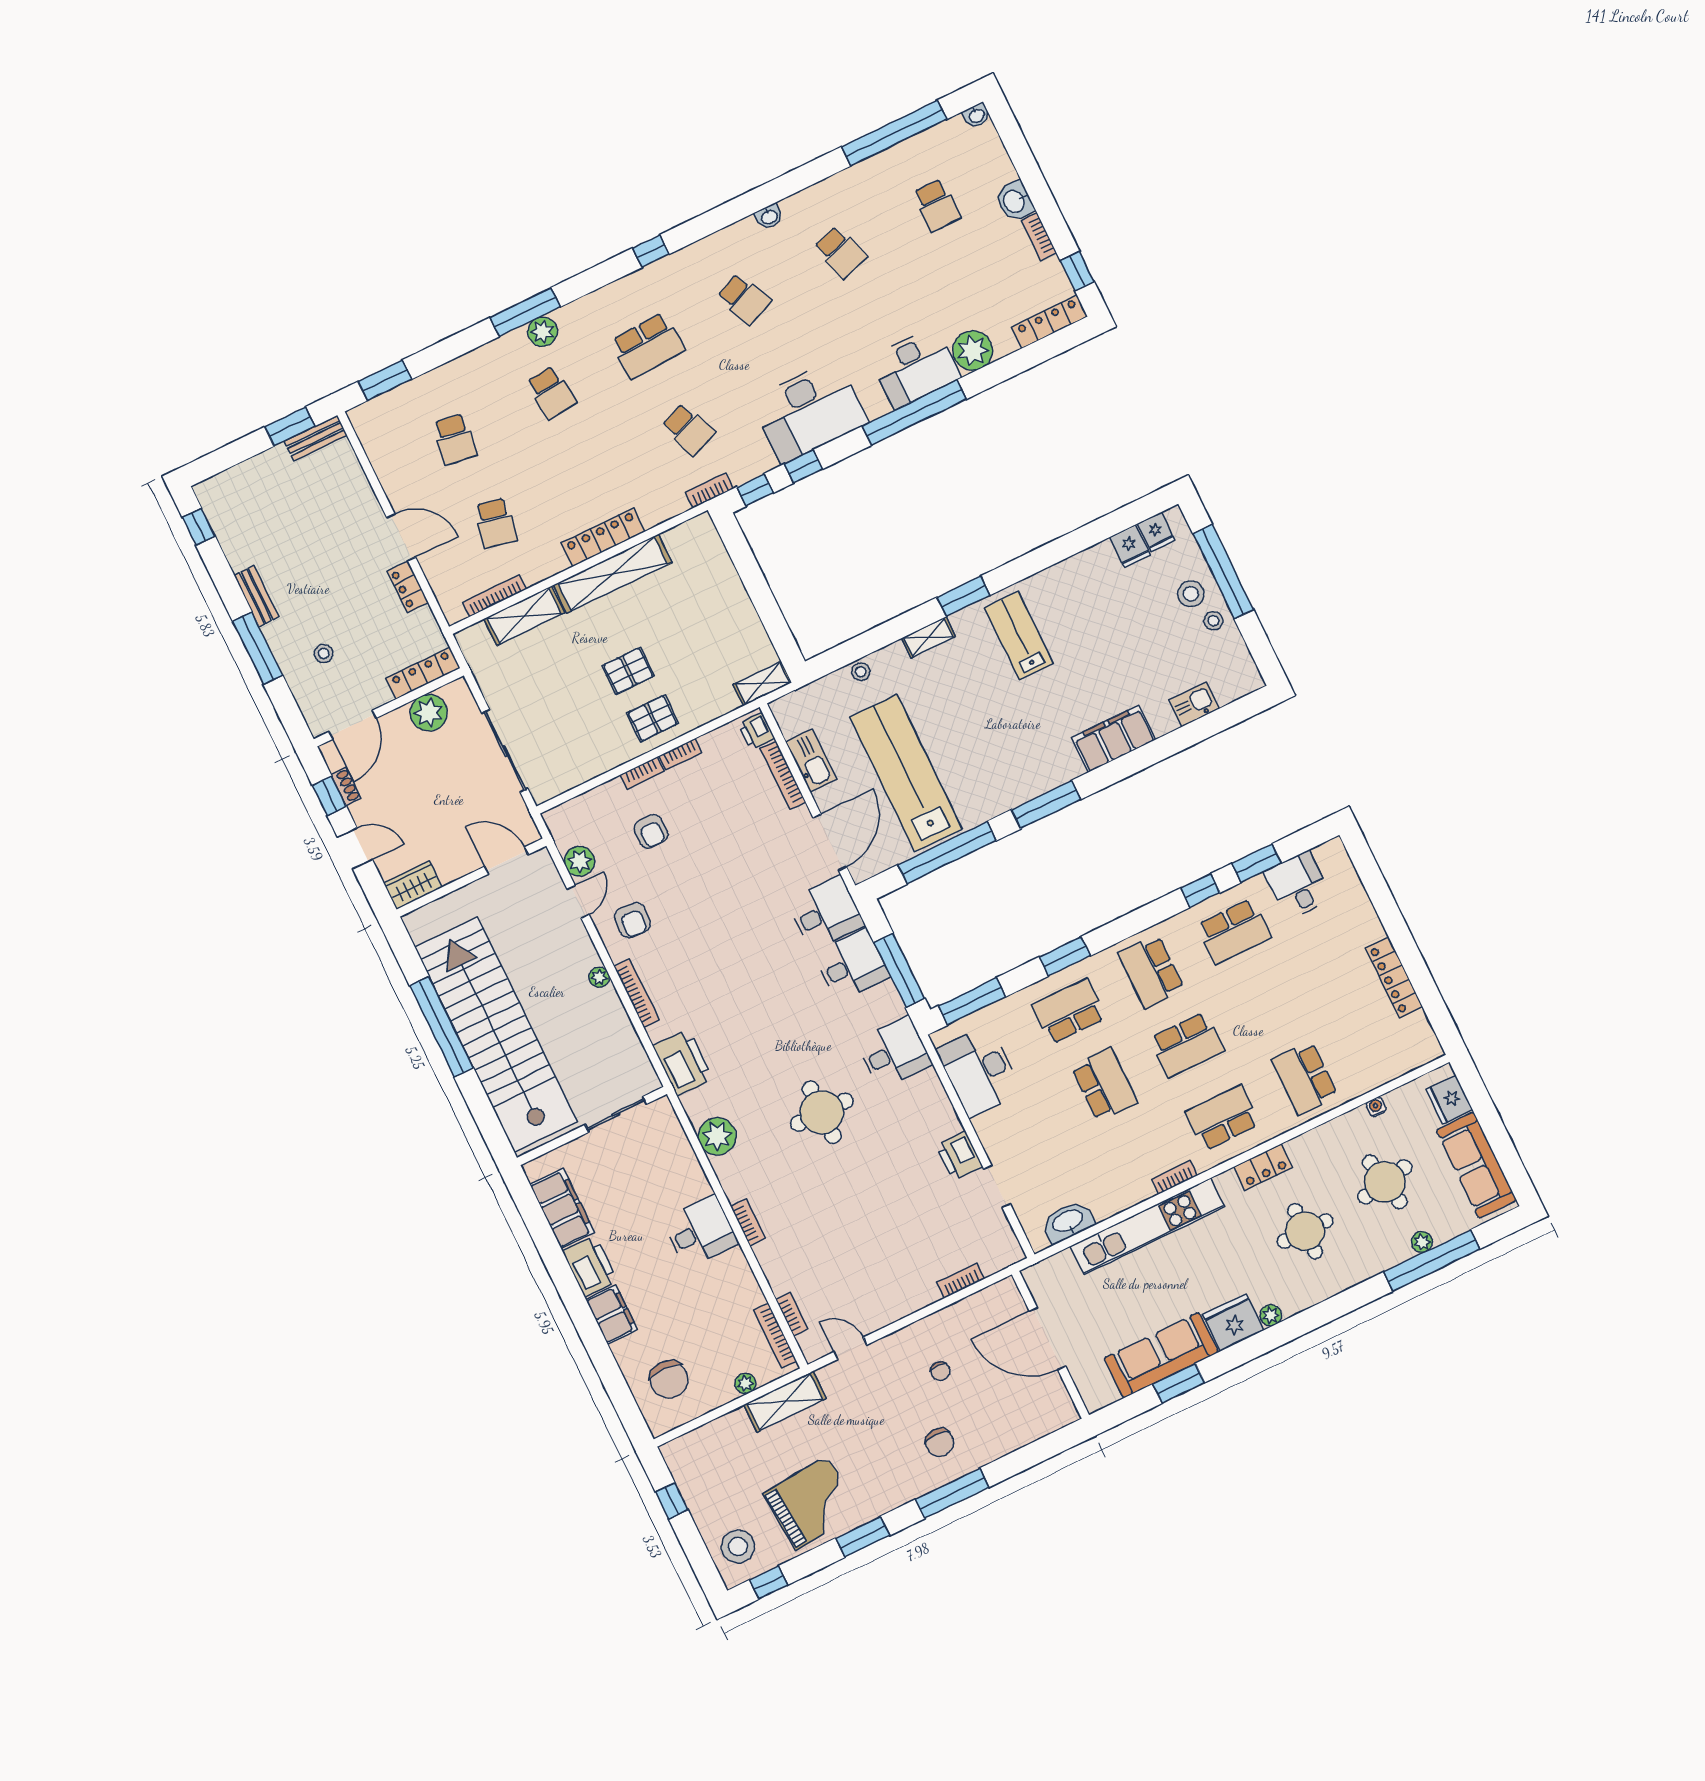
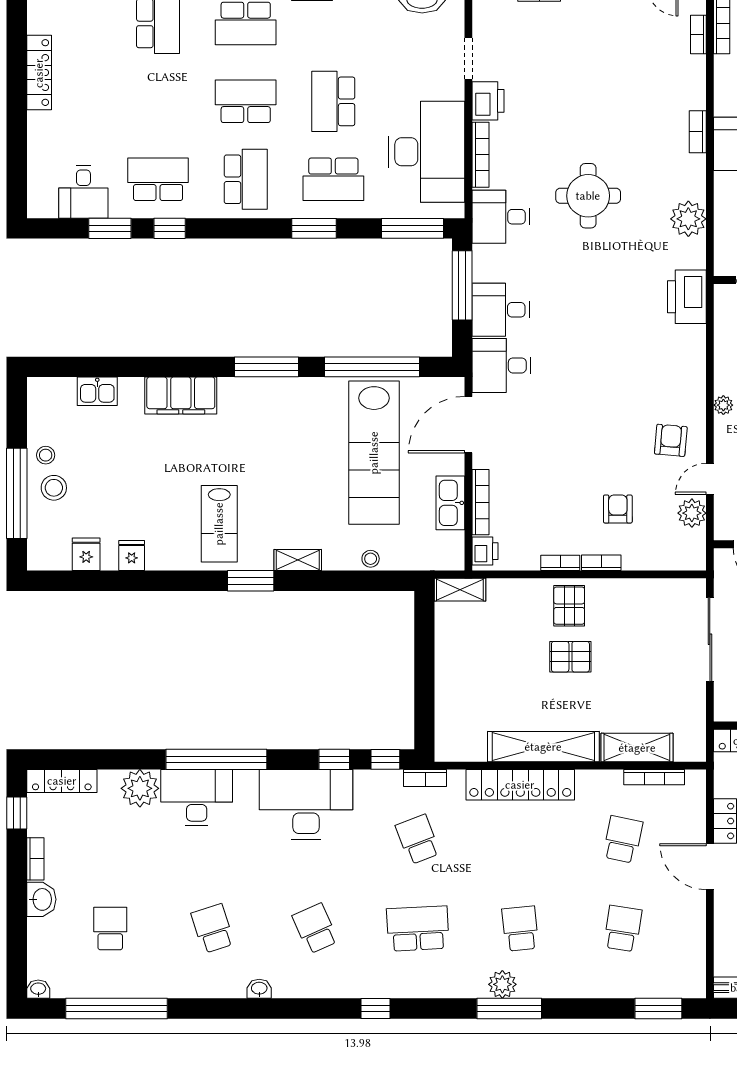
fridge: (1156, 532) -> (132, 556), moved
locker: (603, 537) -> (520, 785), width x1.41, depth x1.21
pallet: (653, 718) -> (569, 606), turned 90
bookcase: (637, 993) -> (481, 155), moved, turned 180
desk: (979, 1071) -> (427, 152), width x1.36, depth x1.30

